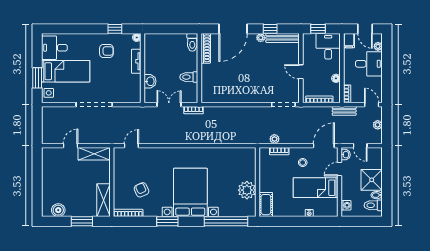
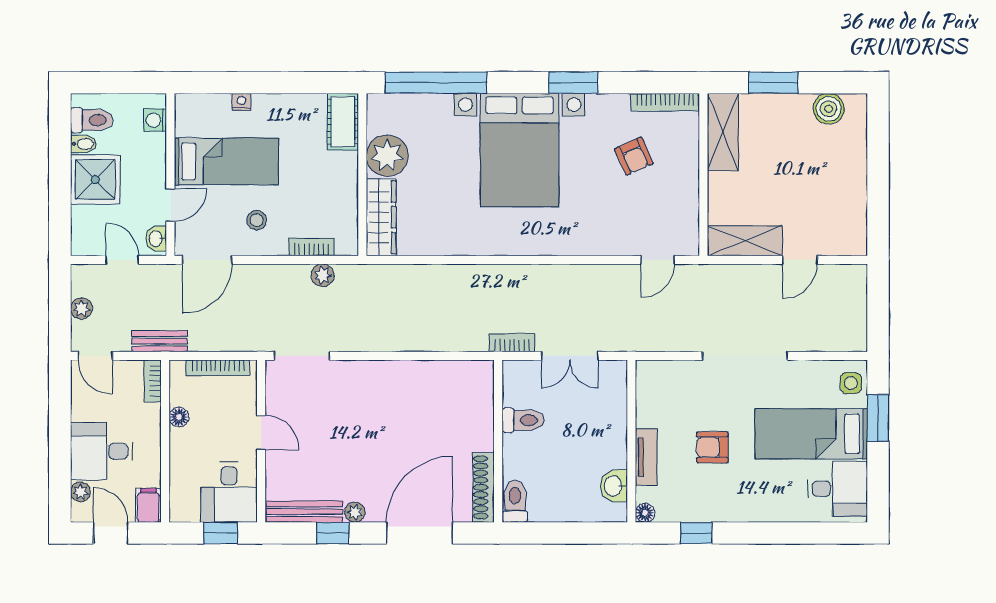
desk: (328, 46) -> (229, 492), moved
armchair: (106, 51) -> (712, 447), moved
washbasin: (150, 81) -> (614, 486), moved
wardrobe: (249, 164) -> (381, 217), added

